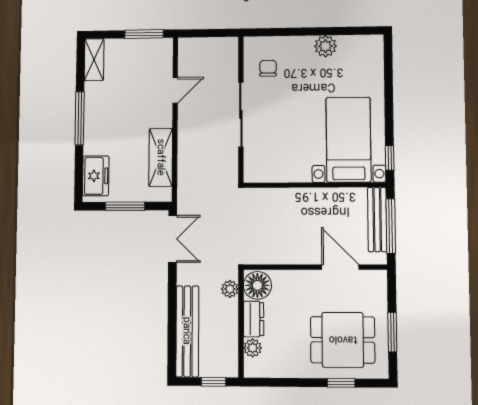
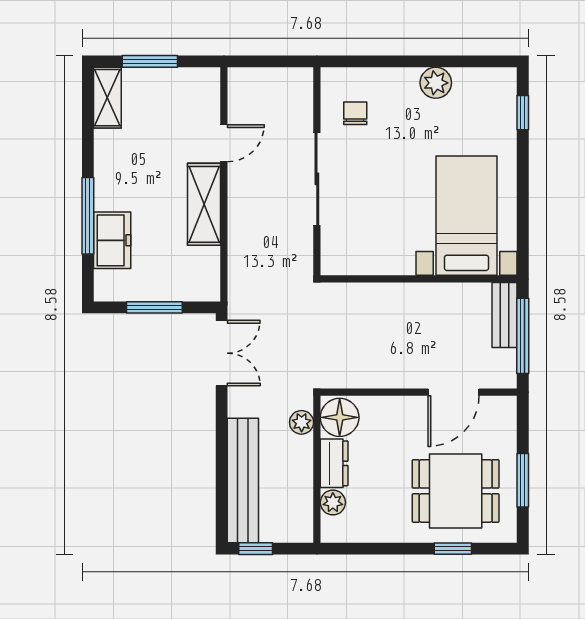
window: (144, 34) -> (150, 61), moved
window: (80, 118) -> (88, 216), moved
shelving: (161, 157) -> (204, 204), moved
window: (390, 158) -> (523, 113), moved
freezer: (96, 176) -> (112, 240), moved
bench: (377, 220) -> (504, 315), width x0.73
door: (340, 267) -> (453, 392), swing flipped
window: (213, 382) -> (256, 549), moved

